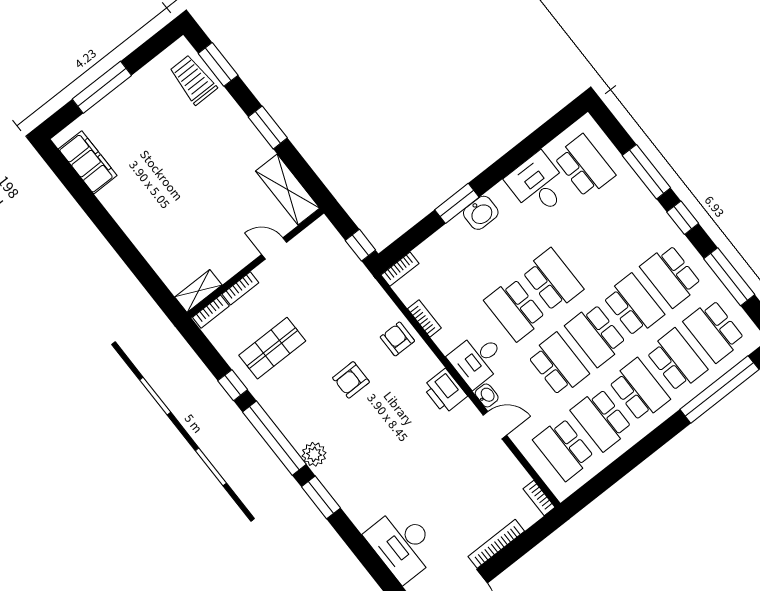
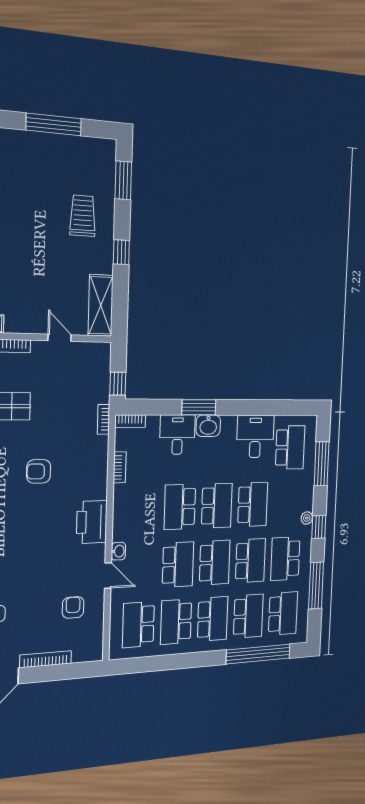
trolley: (193, 80) -> (83, 216), moved
window: (102, 87) -> (54, 124), moved
window: (268, 127) -> (121, 252), width x0.67
window: (646, 172) -> (322, 464), moved
plant: (661, 219) -> (307, 518), added
school desk: (590, 250) -> (253, 504), added
school desk: (714, 331) -> (283, 614), turned 180
school desk: (596, 335) -> (215, 563), turned 180
armchair: (397, 339) -> (73, 607), moved
desk: (477, 359) -> (177, 435), moved, turned 90
printer: (445, 391) -> (92, 522), width x1.37, depth x1.19
bookcase: (539, 498) -> (104, 419), moved

